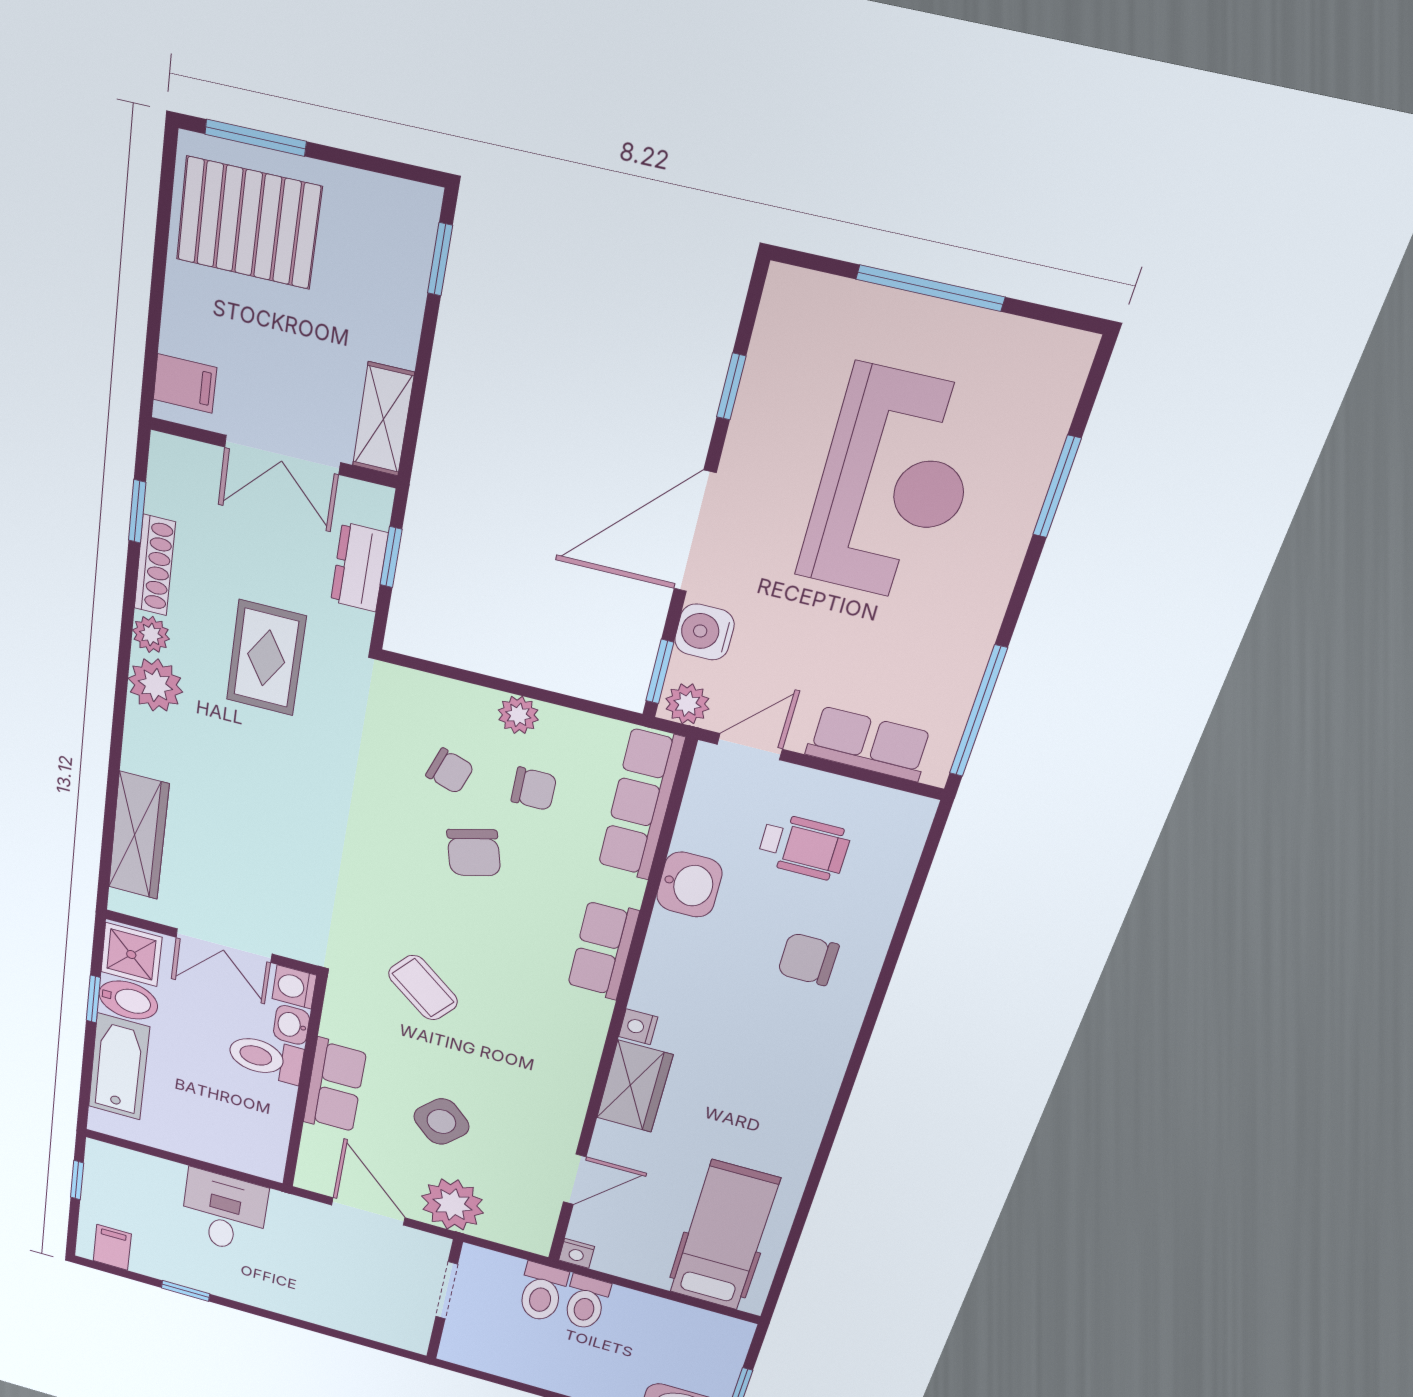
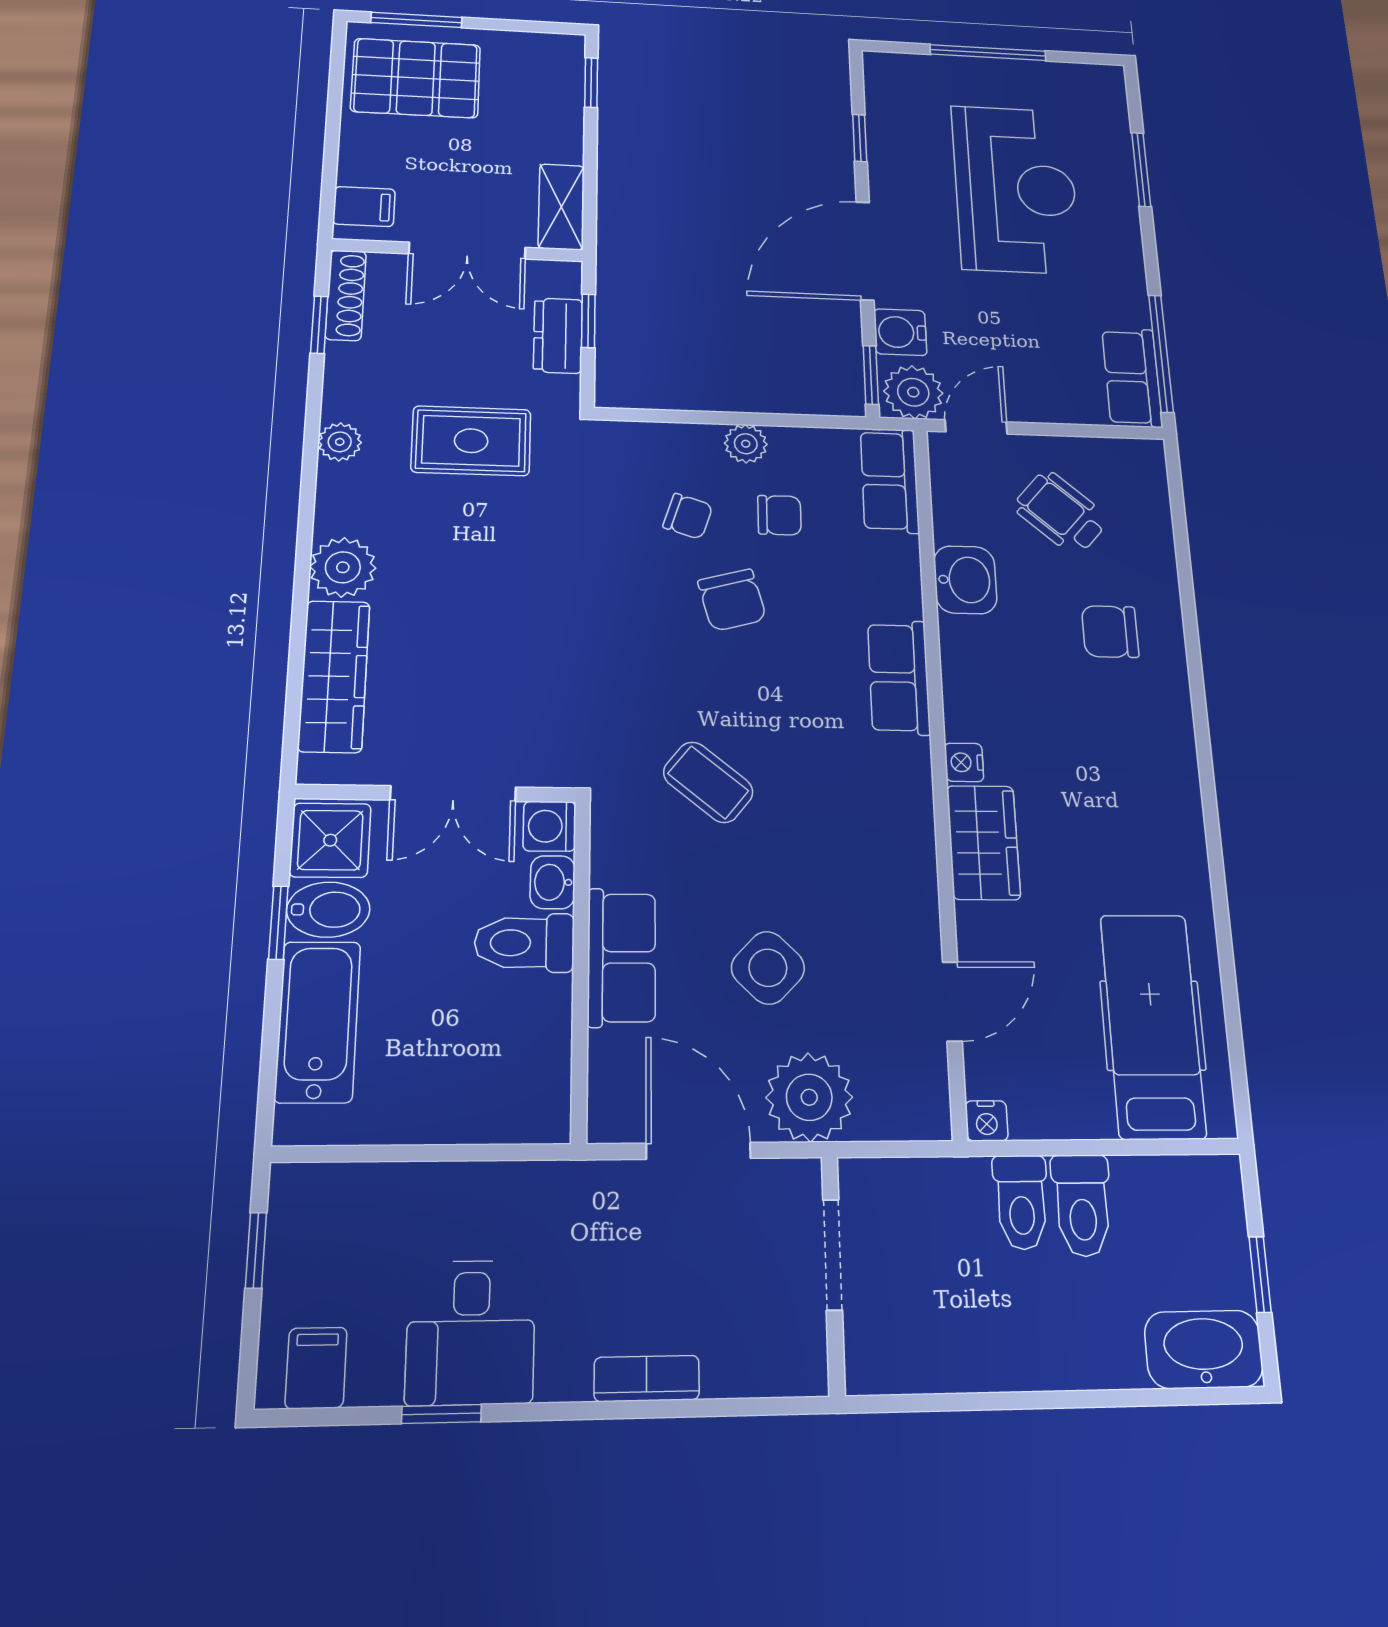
shoe rack: (155, 565) -> (346, 295), moved
rug: (266, 658) -> (471, 441), turned 90
plant: (155, 685) -> (343, 567), moved
plant: (687, 704) -> (913, 392), width x1.38, depth x1.38
row of seats: (869, 744) -> (1132, 377), moved, turned -90
row of seats: (641, 803) -> (890, 481), width x0.68
wheelchair: (804, 847) -> (1061, 513), turned -139
desk: (224, 1212) -> (471, 1332), moved, turned 180
toilet: (542, 1292) -> (1082, 1205), moved
bookcase: (313, 1313) -> (647, 1378), added

